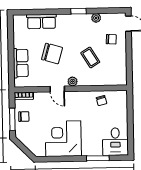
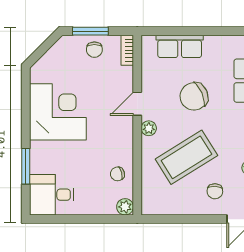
chair: (52, 54) -> (194, 96), turned 50
coffee table: (90, 57) -> (186, 157), width x1.86, depth x1.72
plant: (122, 95) -> (125, 207), added

